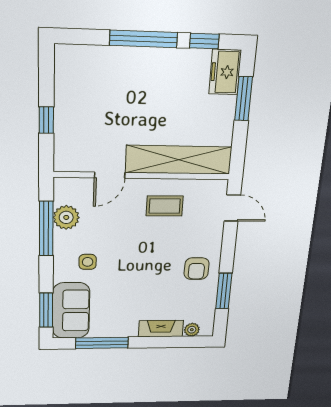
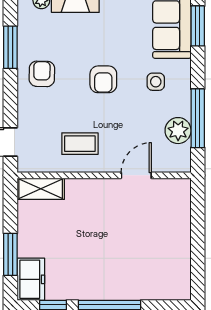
window: (46, 120) -> (198, 229), removed
shelving: (179, 160) -> (41, 189), width x0.45, depth x0.75
armchair: (138, 264) -> (103, 79), added

